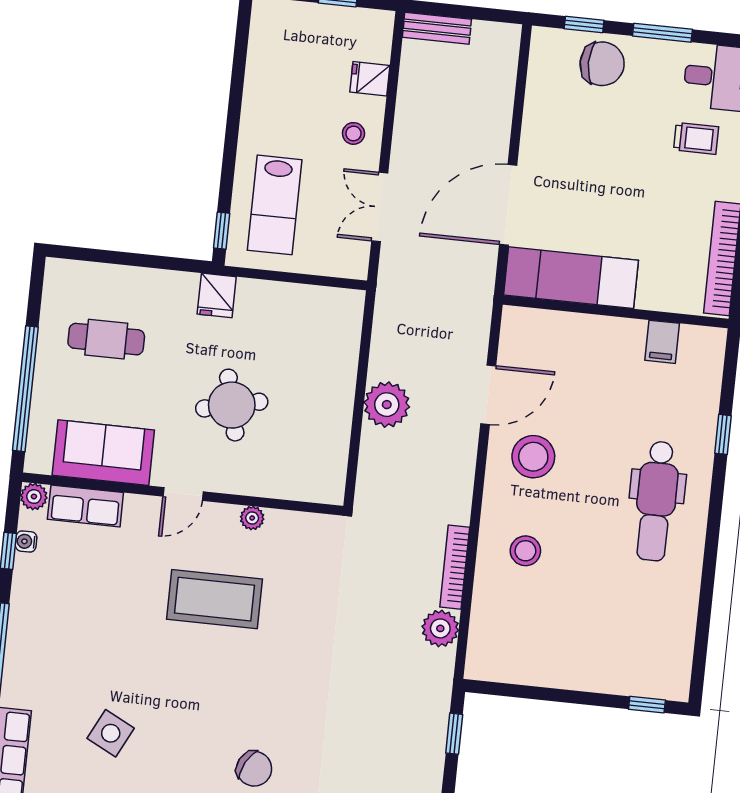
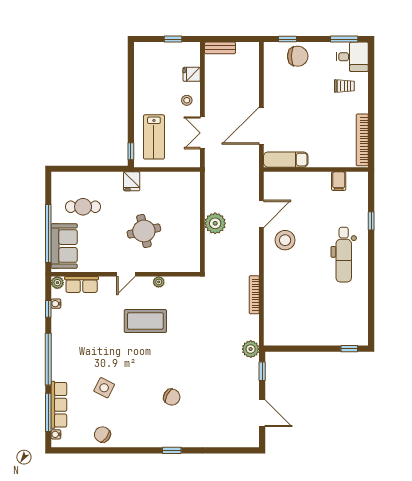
window: (662, 33) -> (344, 39), moved
exam couch: (571, 278) -> (286, 160), width x0.73, depth x0.69
sofa: (103, 453) -> (64, 246), moved, turned 90
stool: (525, 551) -> (286, 284), removed
plant: (440, 628) -> (251, 349), moved

